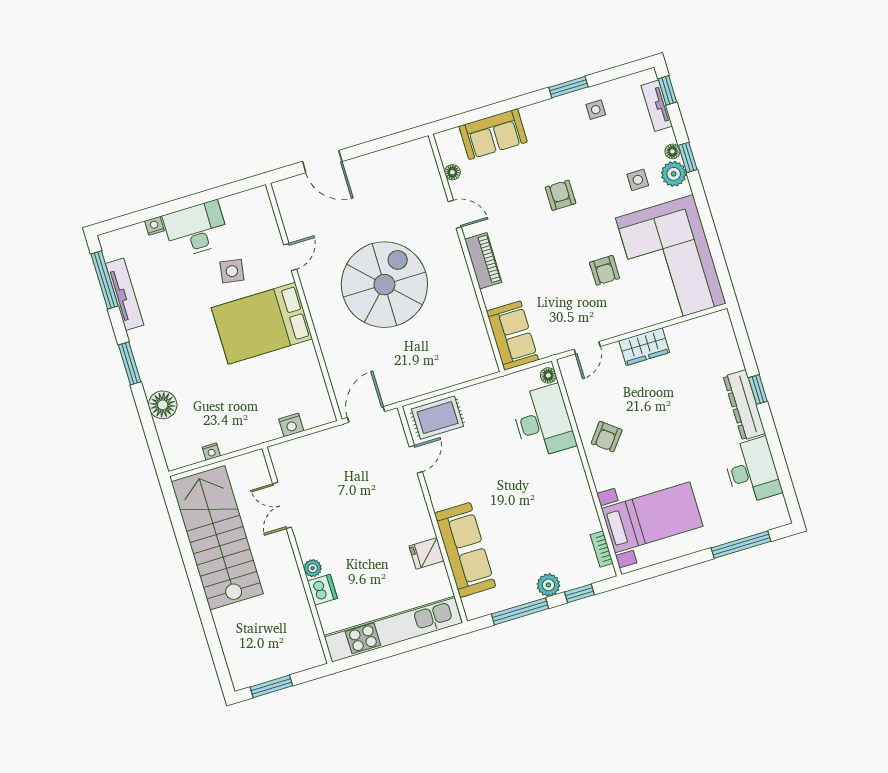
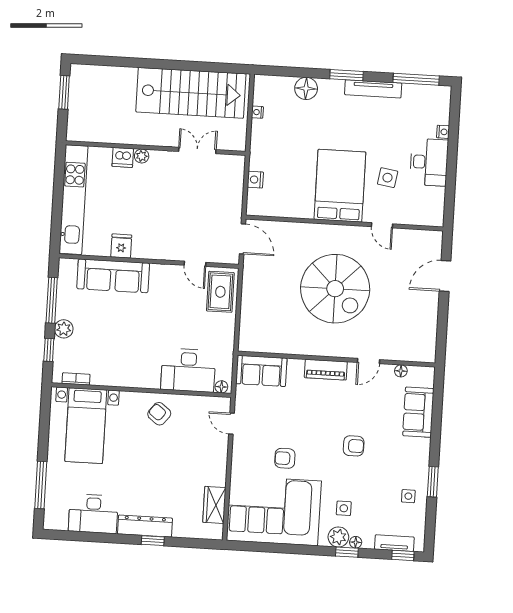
tv unit: (125, 294) -> (373, 89), moved
wardrobe: (644, 347) -> (214, 505), moved

